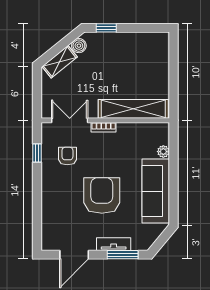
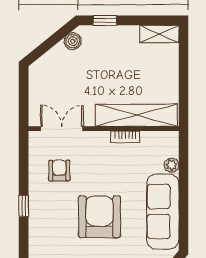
shelving: (60, 62) -> (159, 34), moved, turned 39
bookcase: (104, 127) -> (125, 137), moved
window: (37, 153) -> (24, 206), moved

